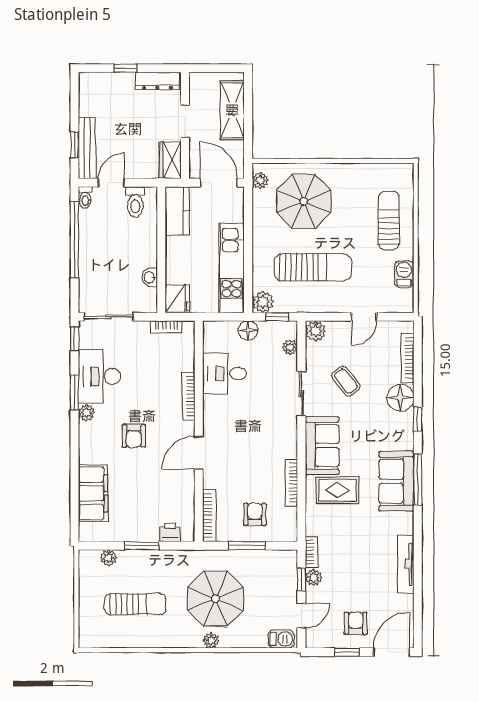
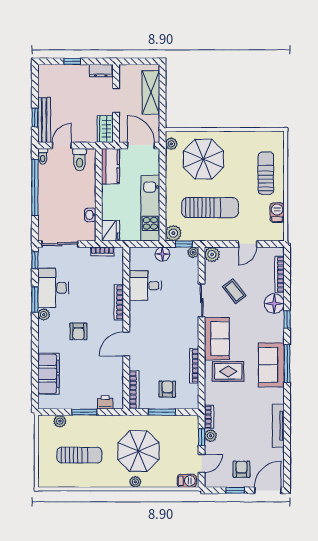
dresser: (157, 81) -> (101, 71), width x0.70
plant: (290, 347) -> (193, 252), moved

